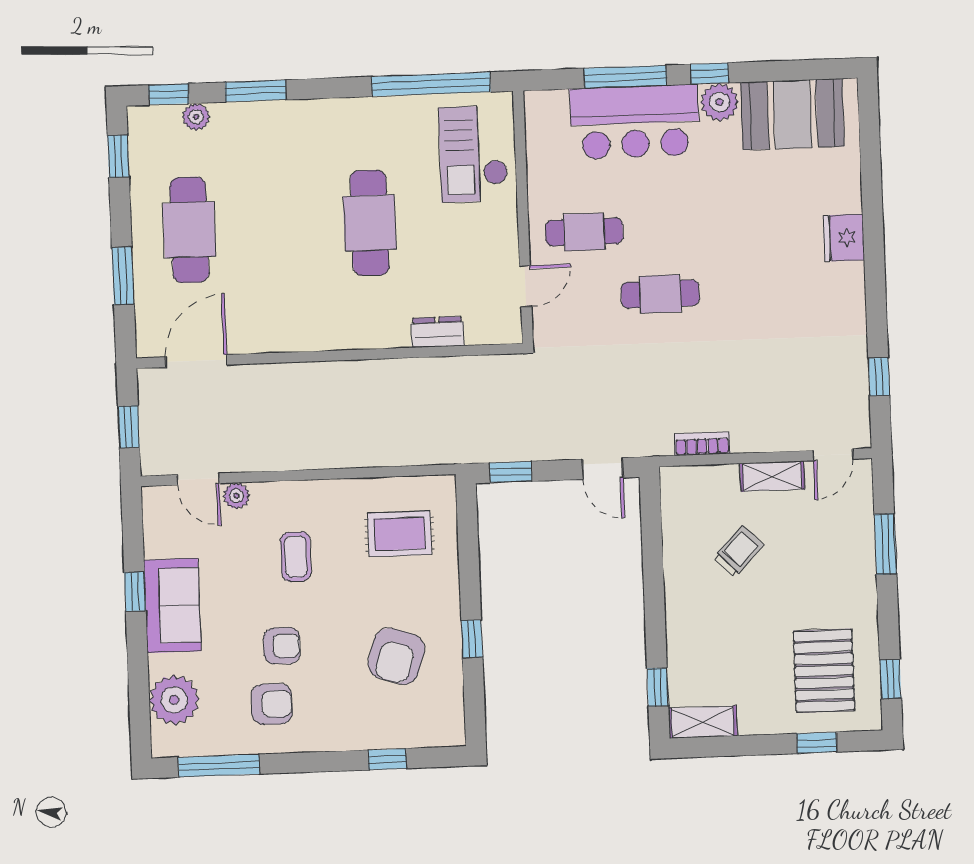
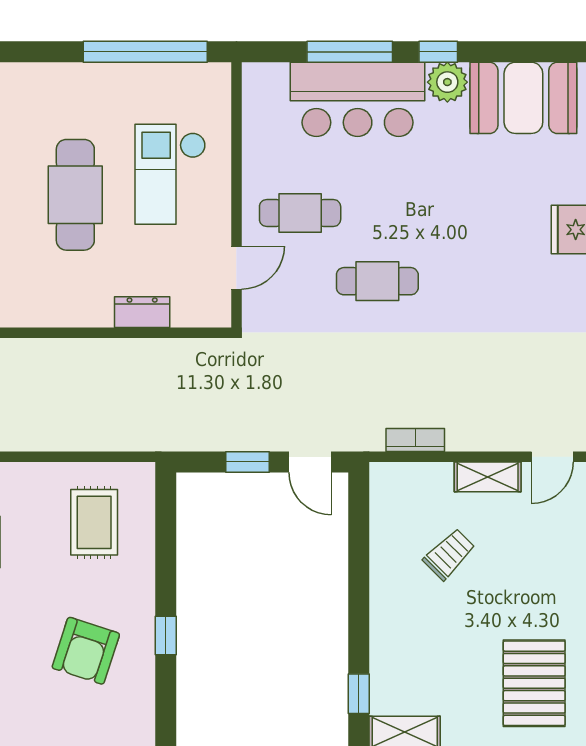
checkout: (473, 154) -> (170, 174), moved
window: (511, 472) -> (248, 462), moved
rug: (400, 534) -> (94, 522), turned 90

